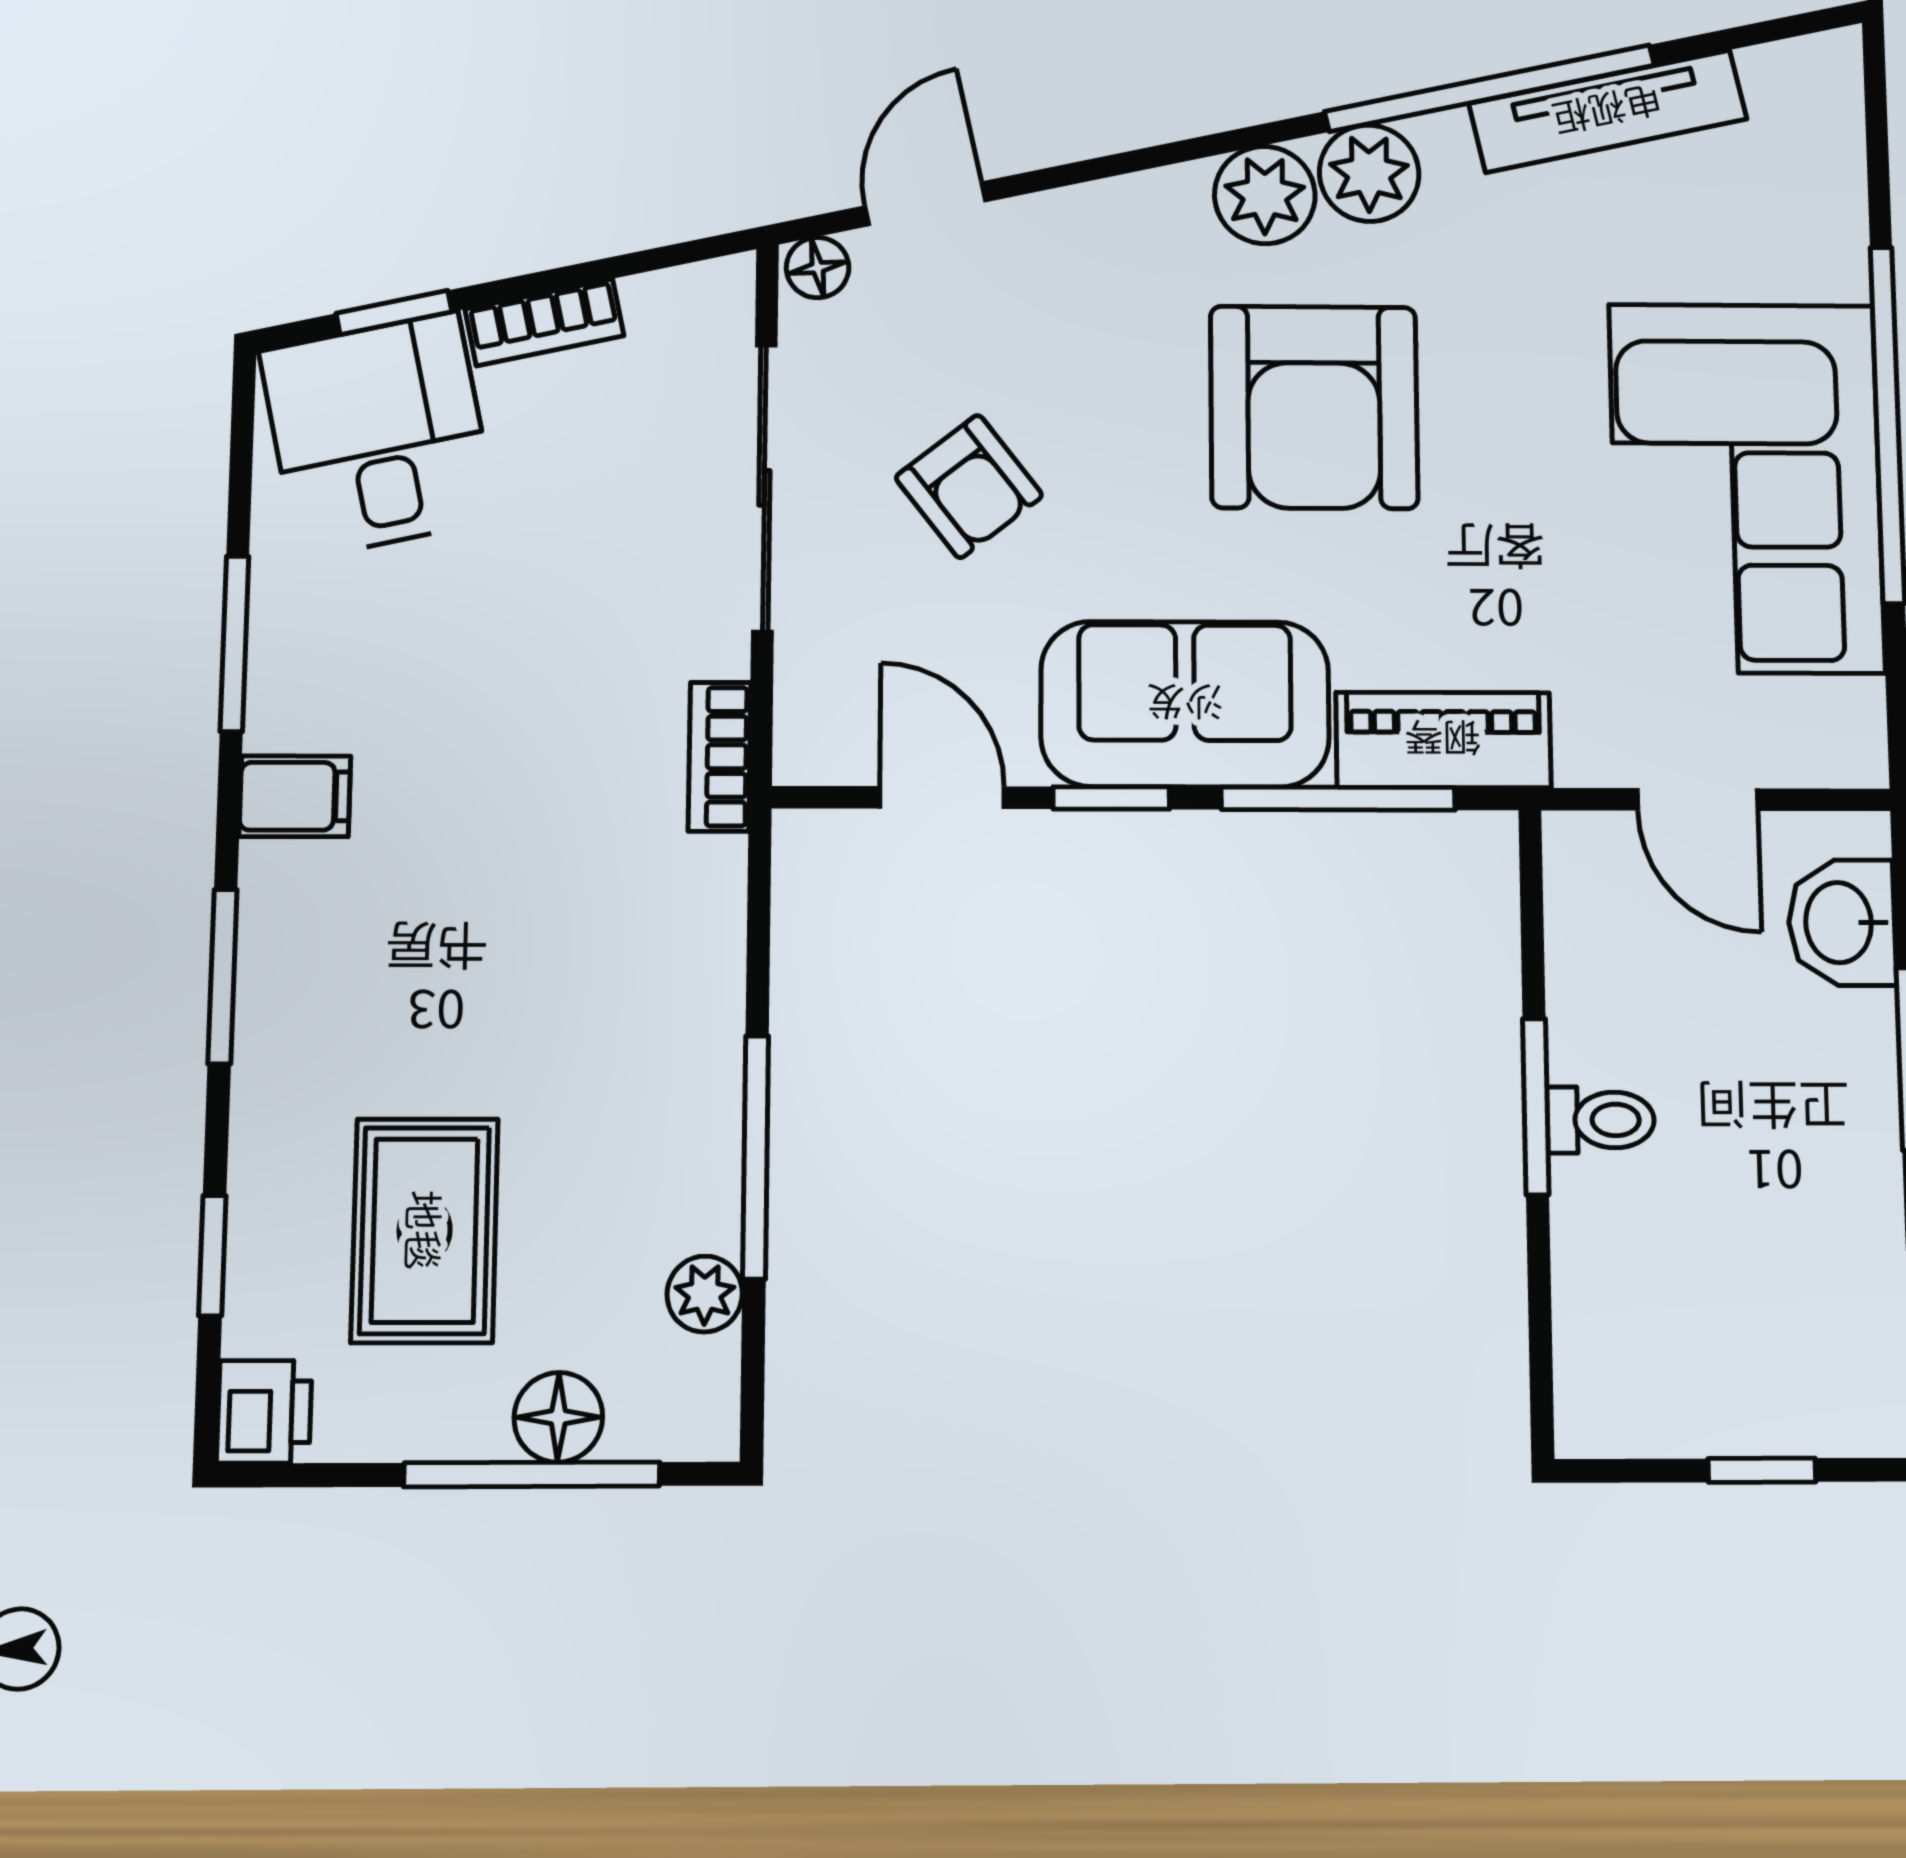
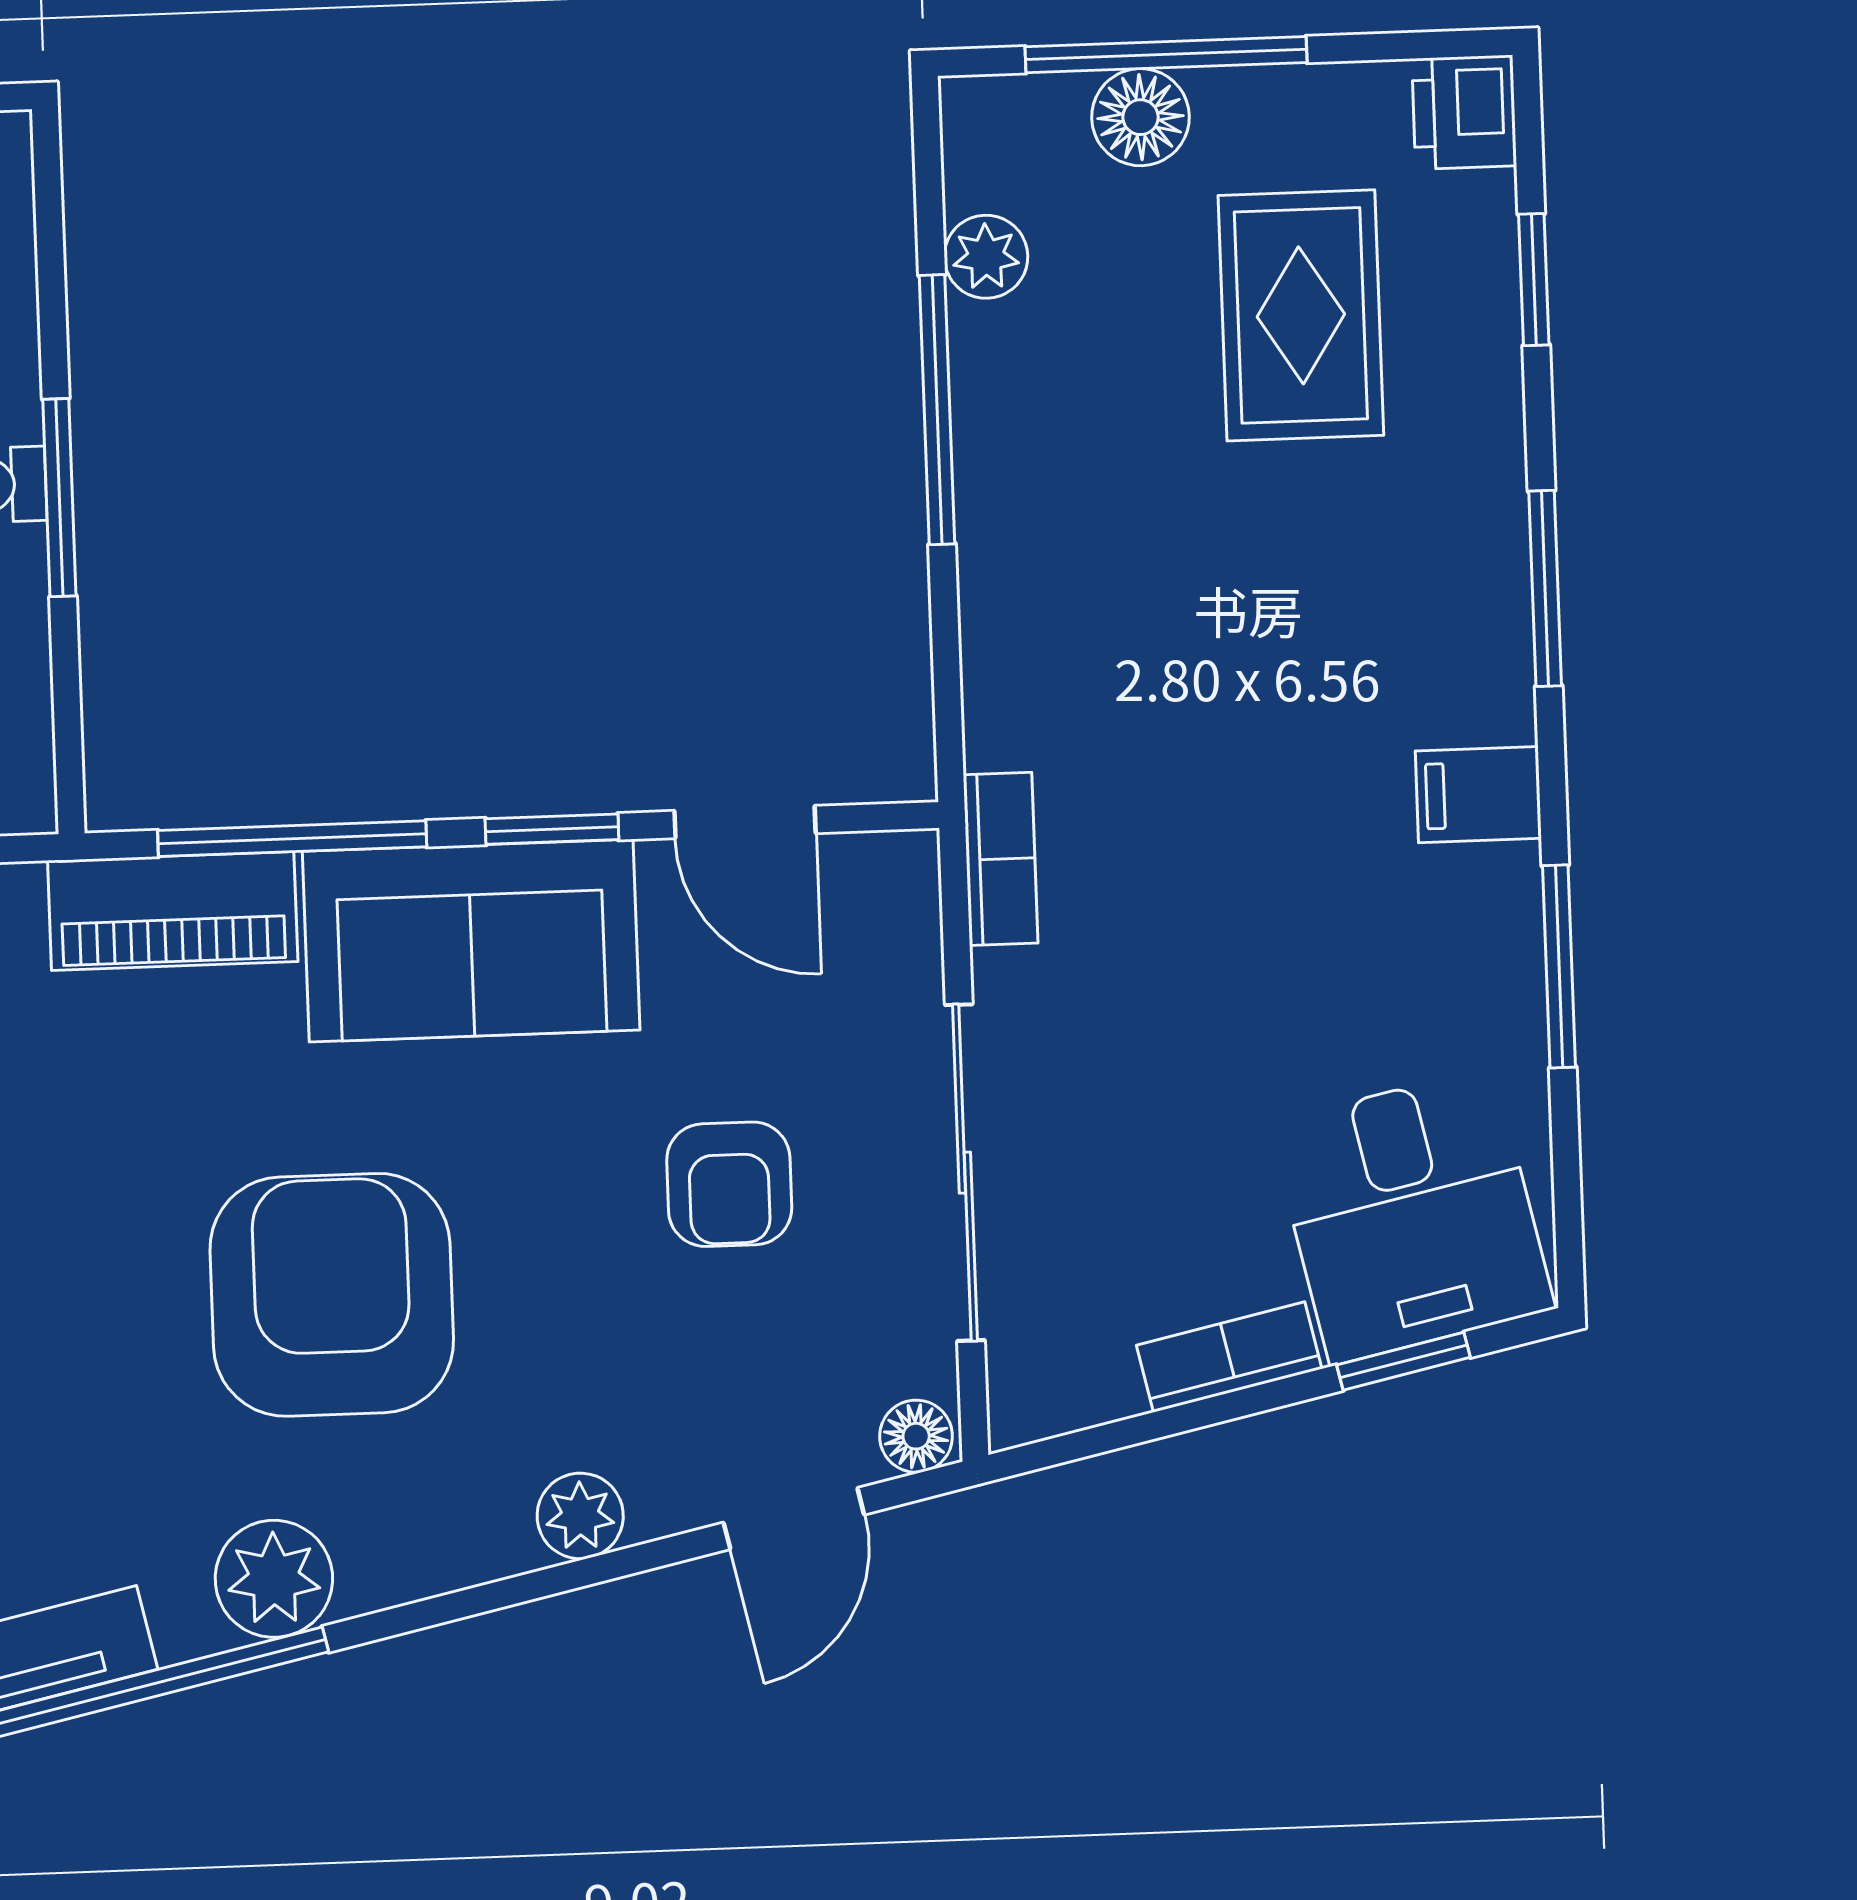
plant: (1265, 195) -> (580, 1516), moved, width x0.73, depth x0.73
armchair: (969, 486) -> (729, 1184), turned -142

